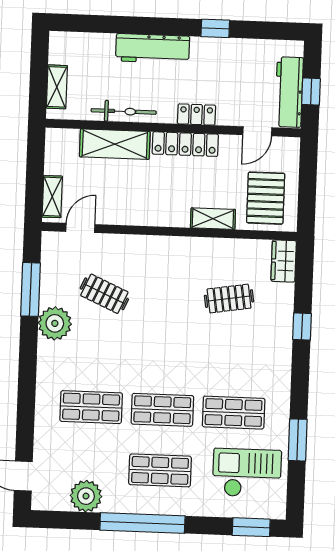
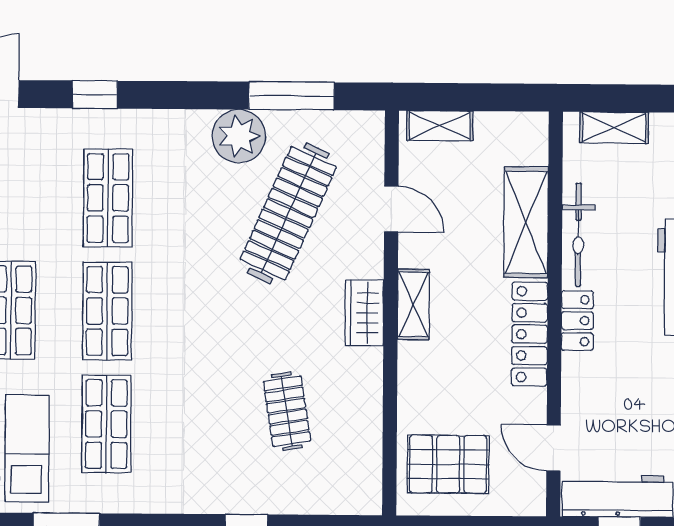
locker: (197, 114) -> (577, 321), moved
shelving: (213, 219) -> (413, 304), moved
door: (80, 228) -> (391, 209), moved
wardrobe: (284, 261) -> (364, 313), moved, turned -90
clothes rail: (104, 294) -> (288, 213), width x1.86, depth x1.31
window: (26, 413) -> (95, 95), added

